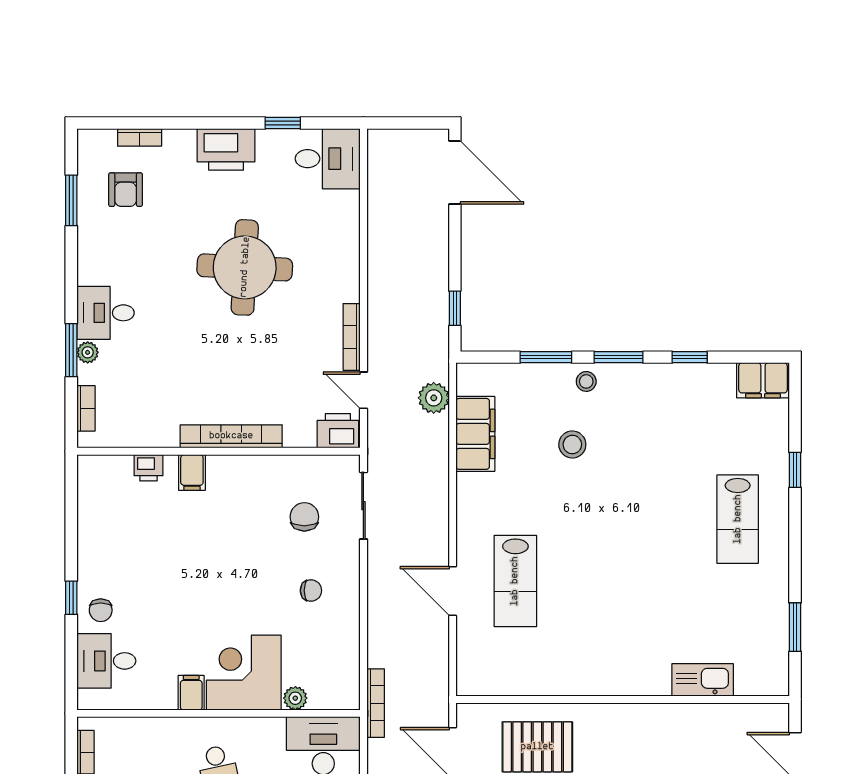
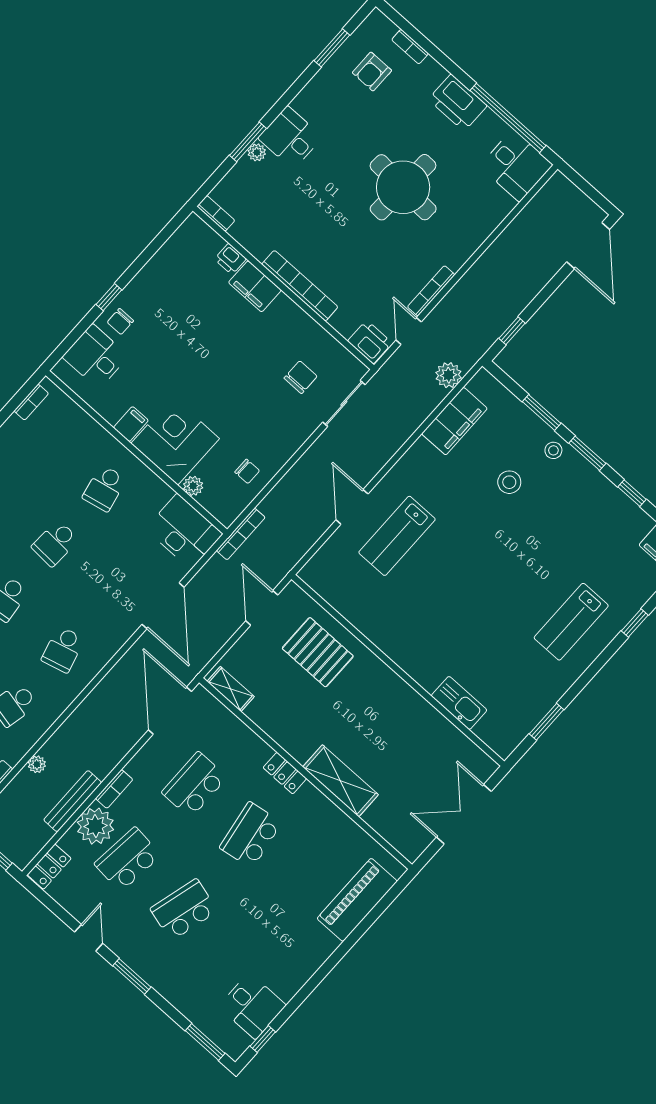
window: (283, 123) -> (508, 118), width x3.17
bookcase: (86, 408) -> (216, 213), moved, turned -90
filing cabinet: (192, 473) -> (255, 286), width x2.00
chair: (311, 591) -> (247, 471), moved

